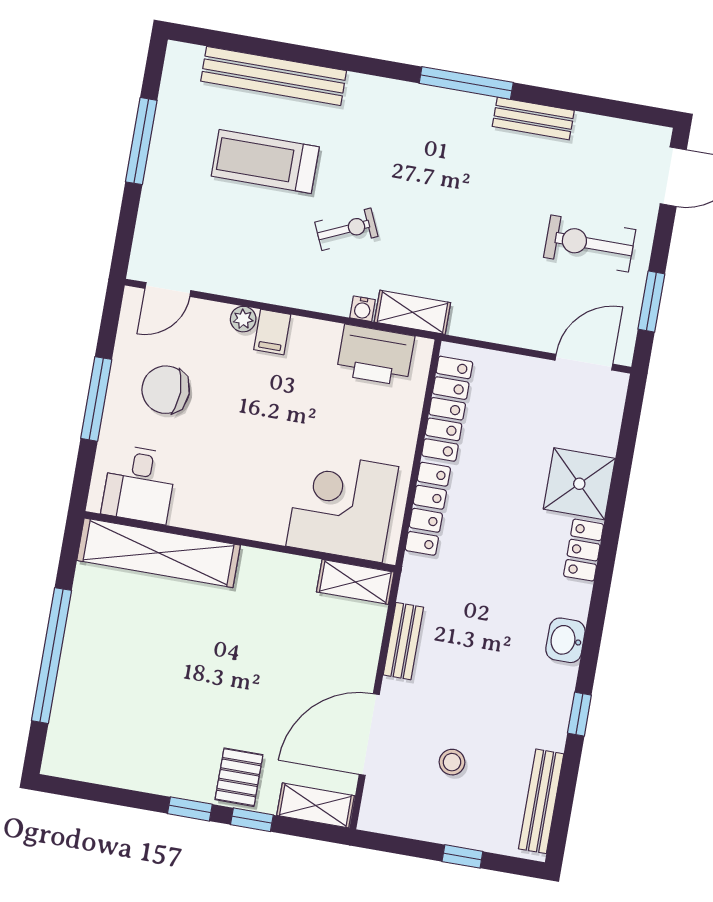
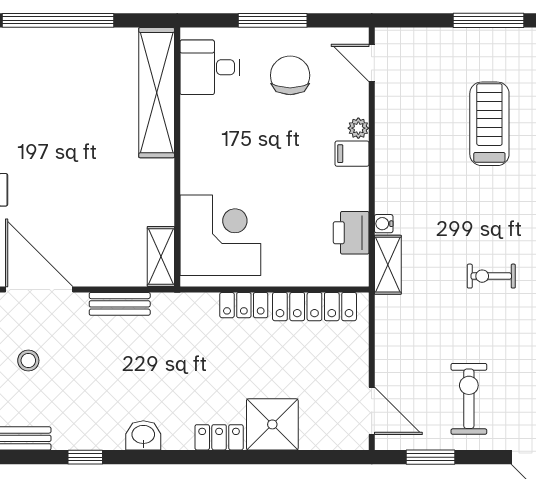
exercise bike: (346, 229) -> (491, 276), moved, turned 114
printer: (375, 355) -> (351, 233), width x0.73, depth x0.84
locker: (428, 509) -> (244, 305), width x0.66

